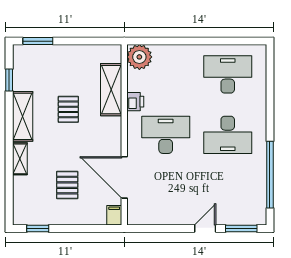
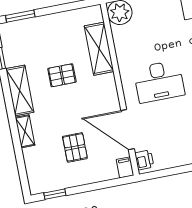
printer: (135, 102) -> (144, 160), moved
pallet: (68, 109) -> (62, 75), turned 90
desk: (166, 135) -> (159, 81), turned 180

